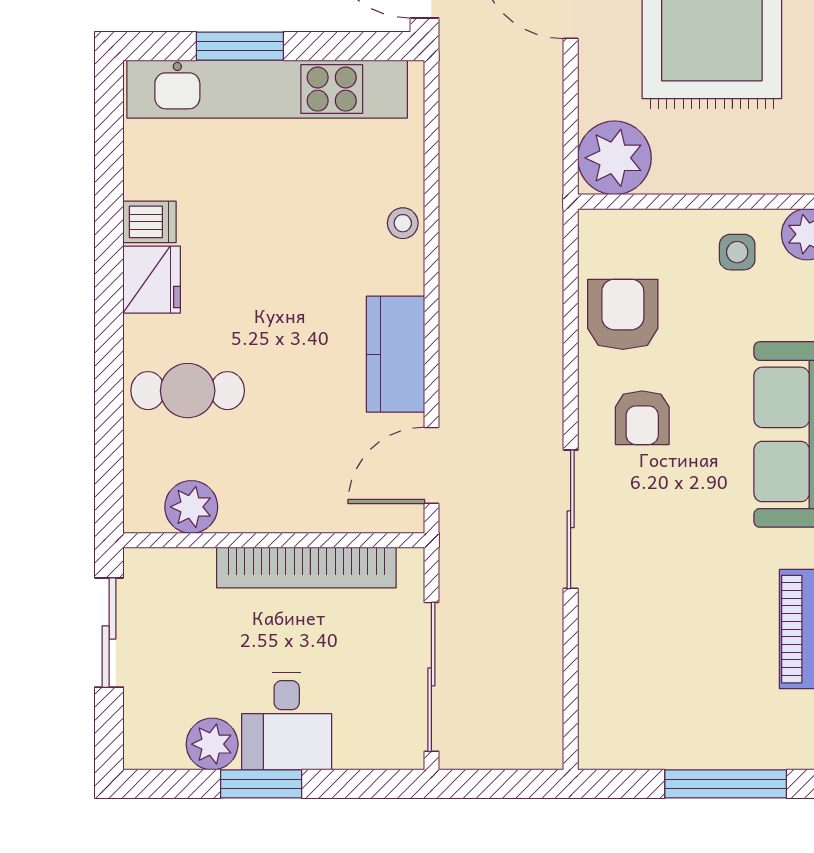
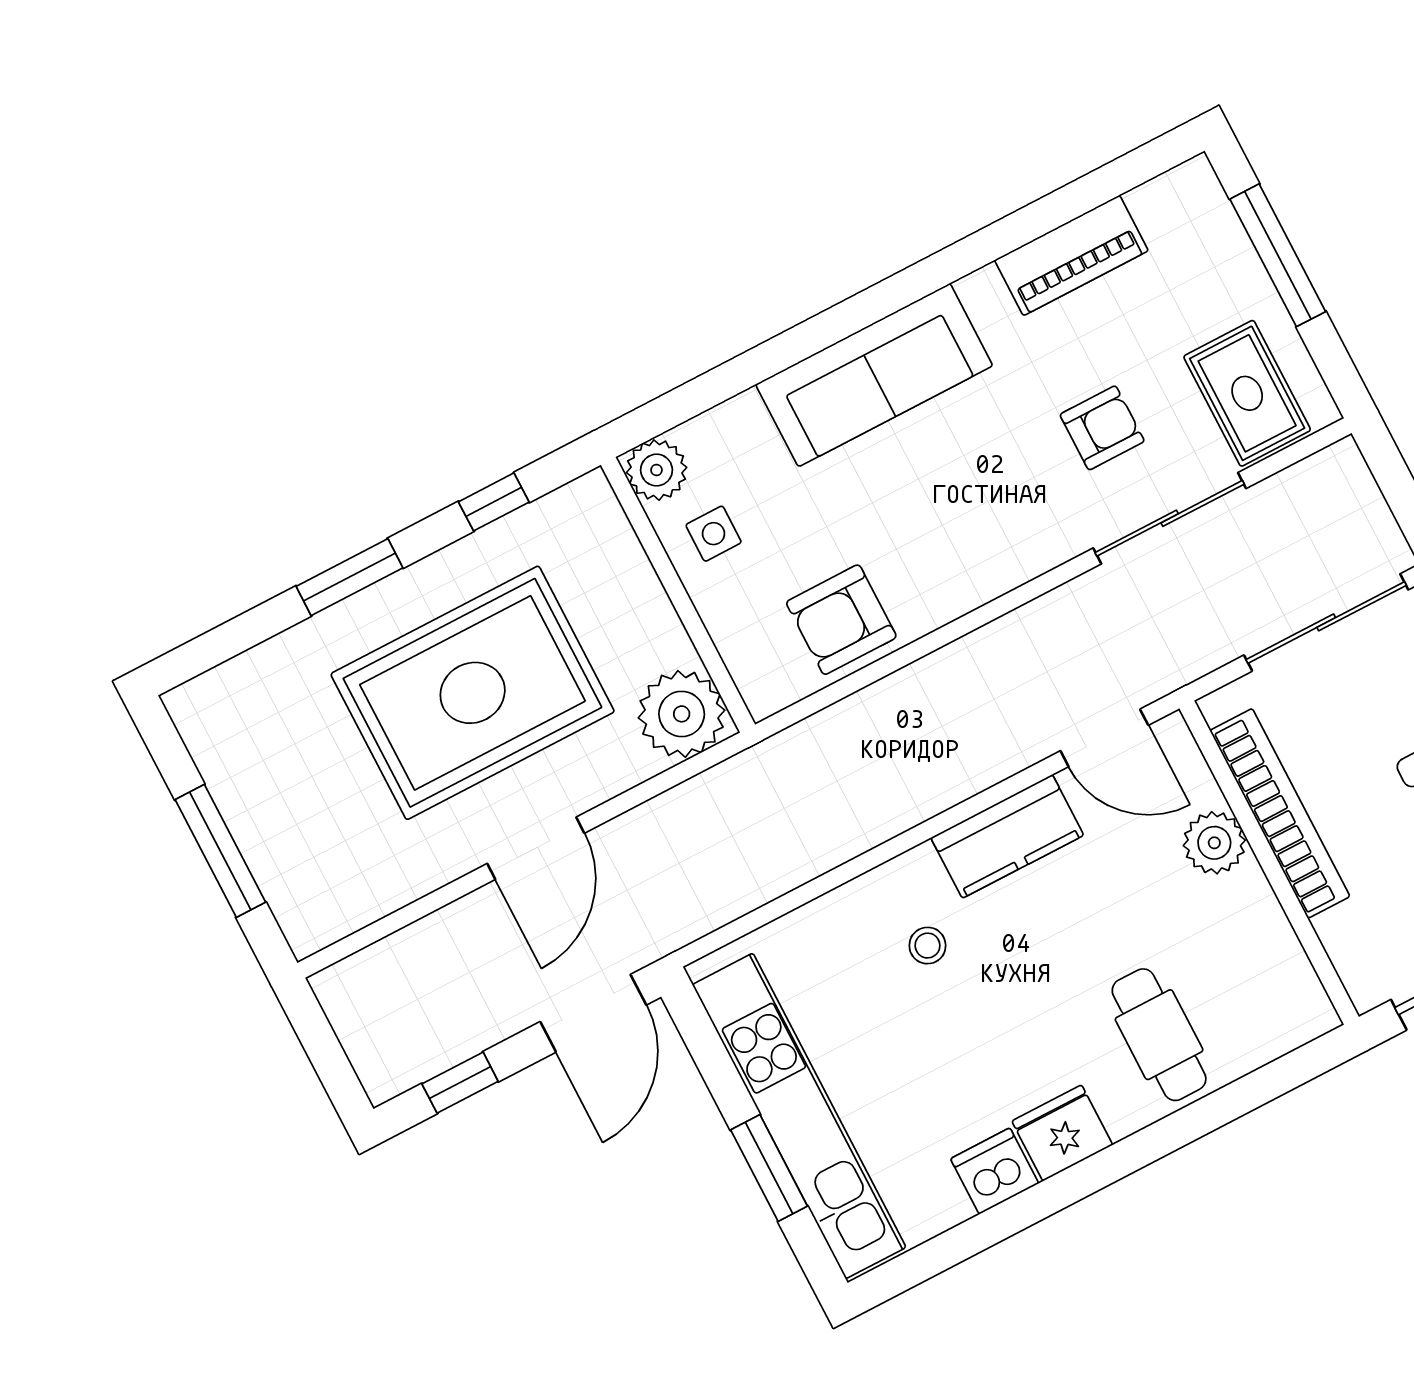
dishwasher: (150, 222) -> (995, 1171), width x1.38
stool: (403, 223) -> (927, 946), moved
armchair: (642, 418) -> (1102, 428), moved
plant: (191, 507) -> (1214, 843), moved
sliding door: (571, 519) -> (1170, 518), moved
rug: (634, 707) -> (1247, 393), added

